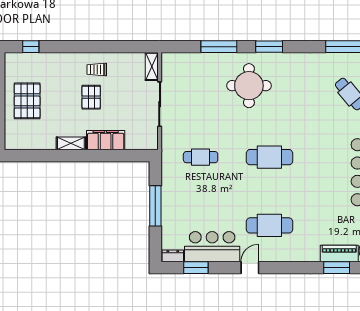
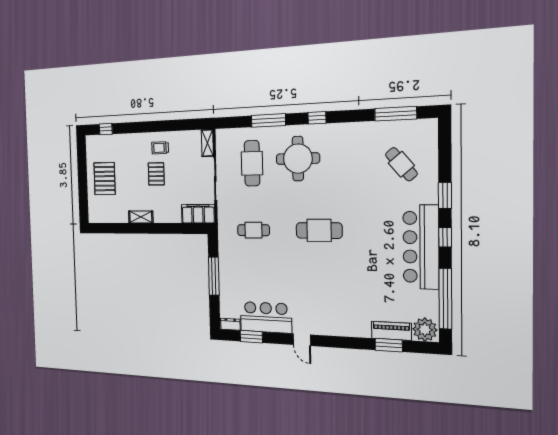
window: (269, 47) -> (317, 118), width x0.67
filing cabinet: (106, 140) -> (198, 214), moved
cafe table: (269, 225) -> (252, 163), moved, turned 90
door: (250, 268) -> (302, 340), swing flipped

